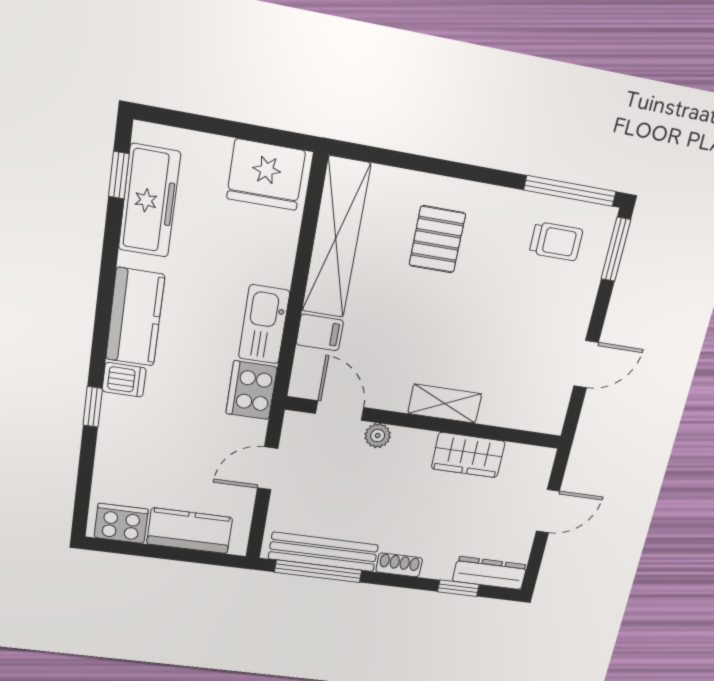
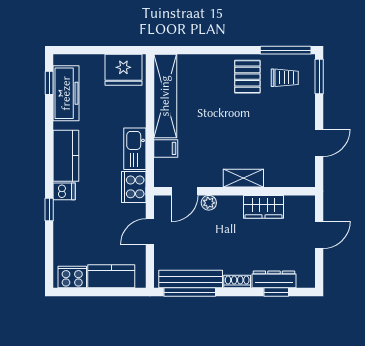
pallet: (437, 239) -> (247, 77), moved
door: (340, 411) -> (185, 191), swing flipped
dresser: (490, 573) -> (274, 279), moved

